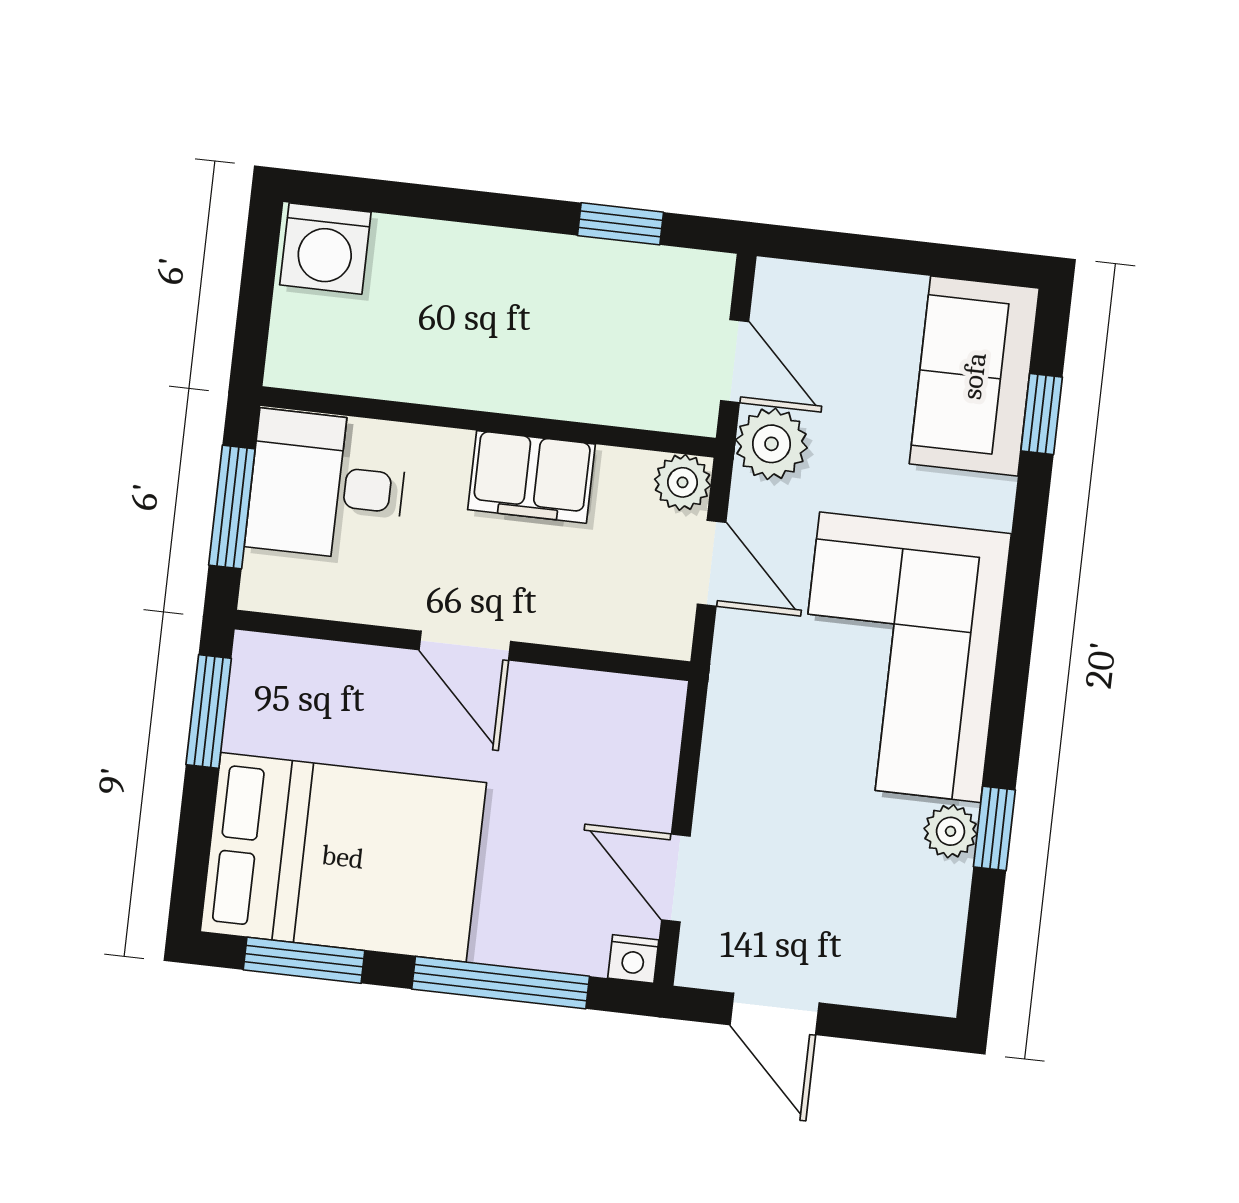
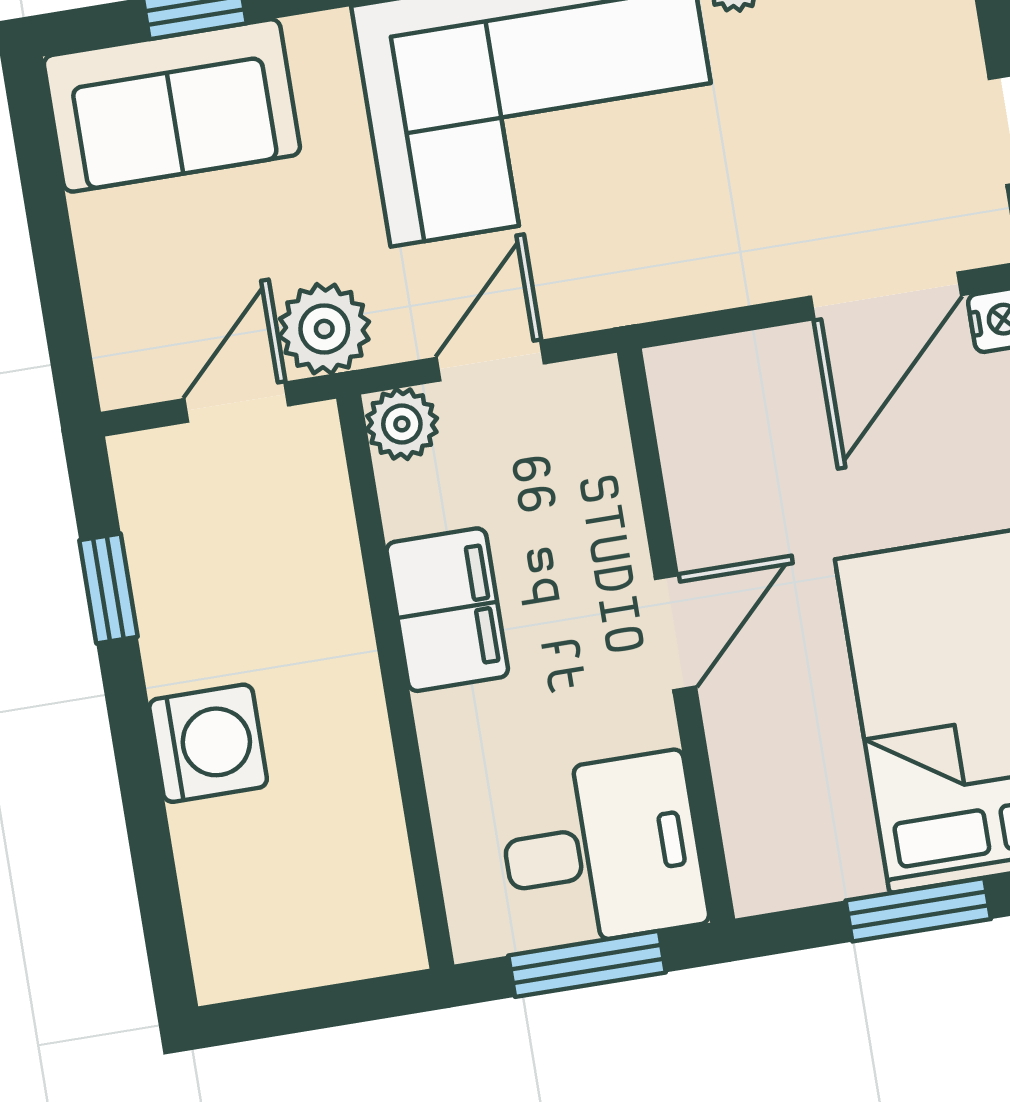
washing machine: (325, 249) -> (208, 743), moved
desk: (327, 486) -> (602, 851), moved, turned -90
window: (209, 711) -> (918, 910), moved
door: (676, 878) -> (886, 296), width x1.38

